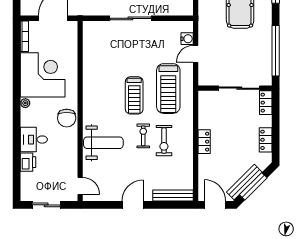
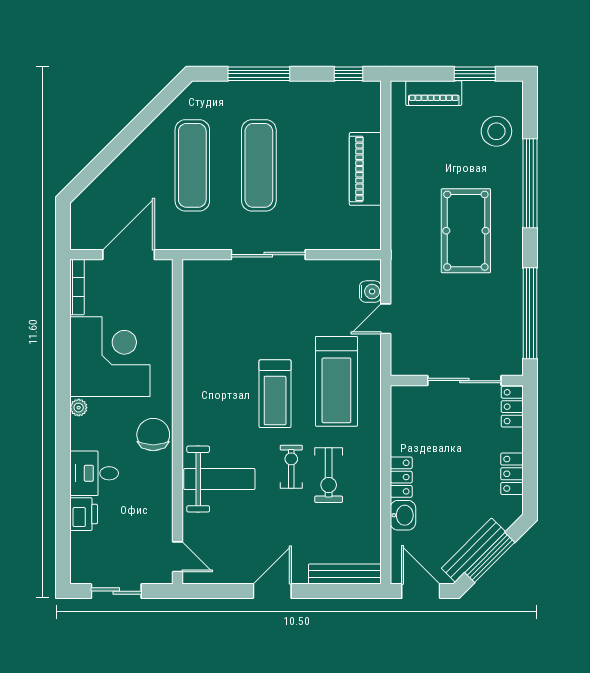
chair: (67, 118) -> (153, 435), turned 180
washbasin: (205, 163) -> (403, 515), added

